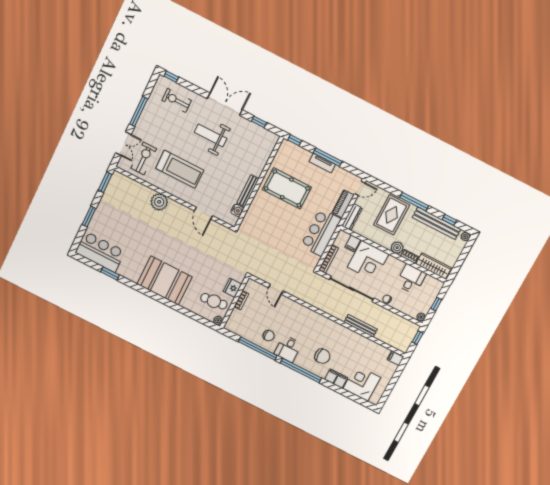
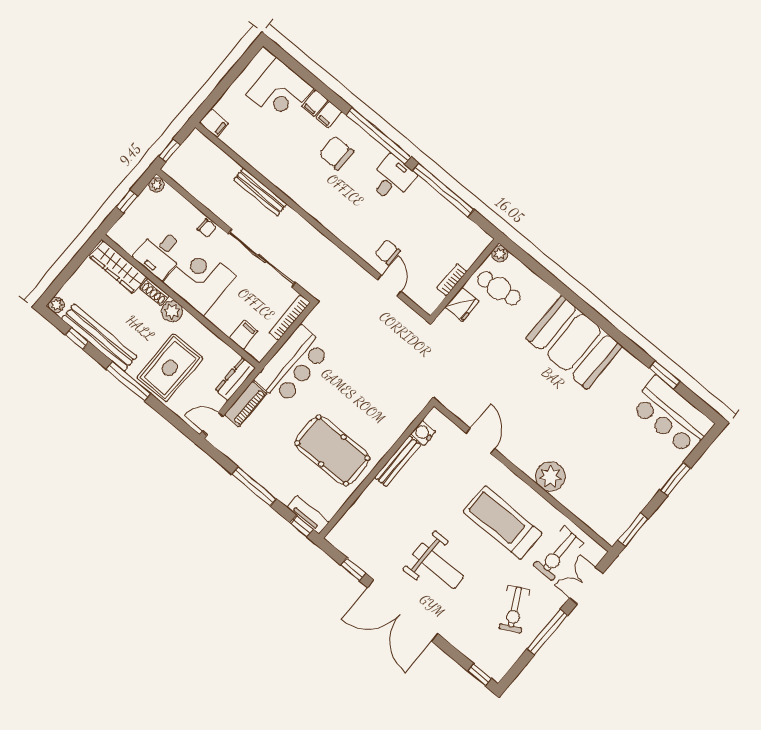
exercise bike: (177, 100) -> (515, 609), moved, turned 62
double door: (225, 104) -> (403, 611), width x1.36
tv unit: (322, 163) -> (308, 515), moved
corner desk: (368, 261) -> (200, 279), moved
chair: (269, 336) -> (388, 252), moved

